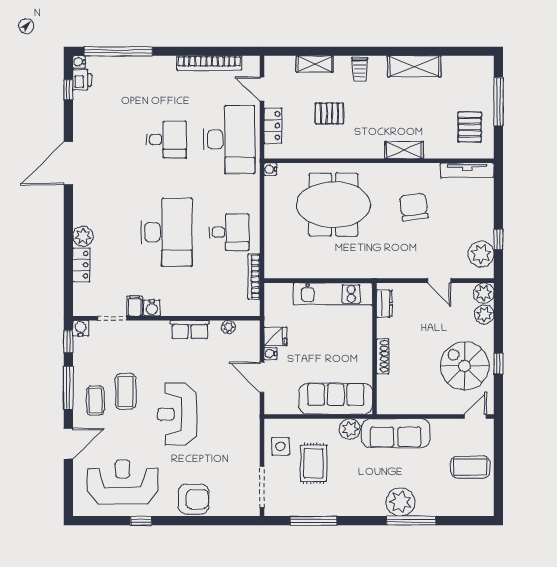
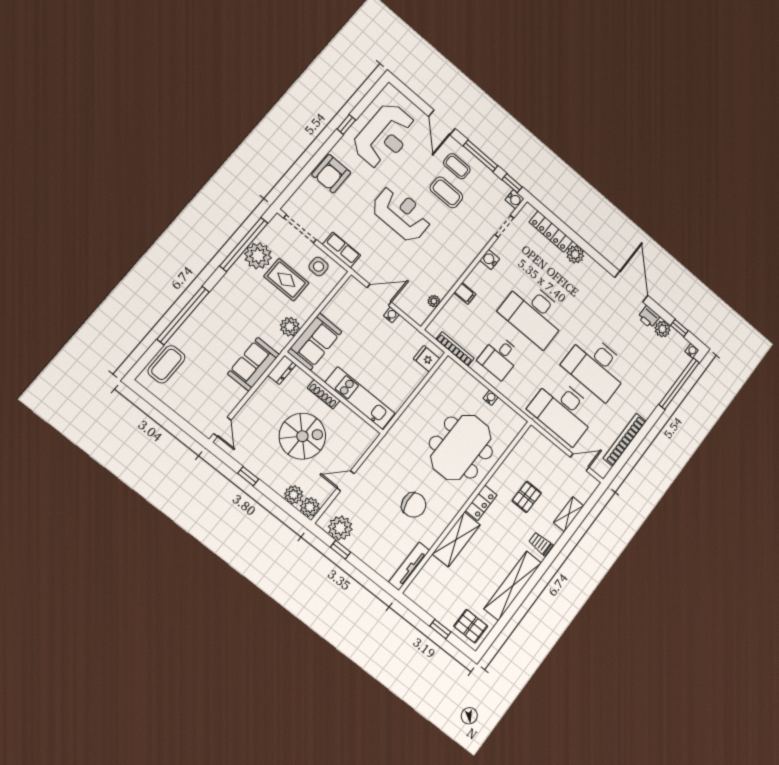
shelving: (414, 66) -> (513, 586), width x1.47
printer: (82, 80) -> (649, 317), moved
window: (498, 102) -> (440, 629), width x0.46
plant: (82, 105) -> (662, 329), added
locker: (273, 126) -> (481, 503), moved, turned -90
pallet: (470, 127) -> (471, 626), moved
desk: (166, 140) -> (596, 367), width x1.87, depth x1.30
shelving: (404, 150) -> (456, 539), width x1.50, depth x1.33
water cooler: (270, 169) -> (491, 398), moved
locker: (81, 265) -> (551, 232), width x1.53
kitchen unit: (333, 294) -> (360, 398), moved, turned 90
dresser: (385, 304) -> (282, 370), moved, turned -90
filing cabinet: (135, 306) -> (465, 293), moved
row of seats: (190, 330) -> (342, 250), moved, turned 90
fridge: (275, 336) -> (427, 359), moved, turned 90
spiral stairs: (465, 366) -> (302, 436), moved
sofa: (336, 399) -> (315, 342), width x0.73
sofa: (396, 433) -> (253, 364), width x0.73
coffee table: (470, 467) -> (166, 364), moved
plant: (401, 502) -> (258, 256), moved
window: (314, 521) -> (244, 244), width x1.46
window: (411, 521) -> (183, 315), width x1.46

